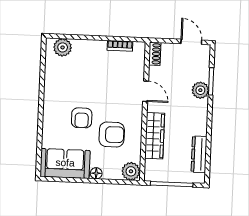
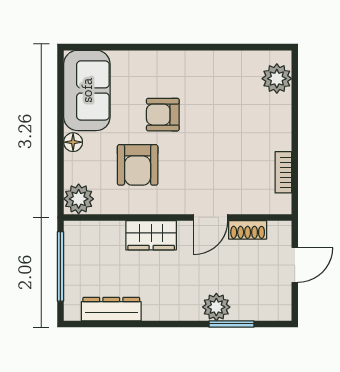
door: (191, 42) -> (295, 265), moved
shoe rack: (155, 54) -> (248, 230), moved
wardrobe: (155, 136) -> (151, 235), width x0.67

